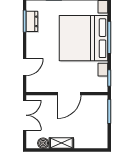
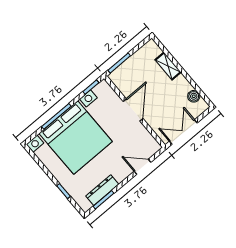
dresser: (32, 21) -> (102, 190), width x1.44
door: (69, 94) -> (133, 110), hinge flipped
shelving: (61, 143) -> (168, 66), moved

